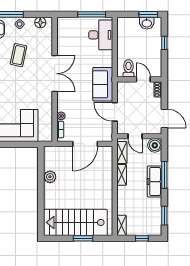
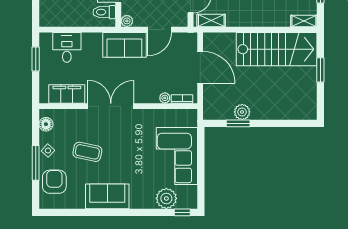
window: (92, 14) -> (36, 59), width x0.69
desk: (101, 35) -> (67, 47), width x0.73
filing cabinet: (64, 39) -> (67, 94), added
plant: (122, 86) -> (127, 21), added
window: (41, 174) -> (238, 123), added
shelving: (122, 175) -> (240, 21), removed
stairs: (75, 222) -> (277, 49), moved, turned -90

